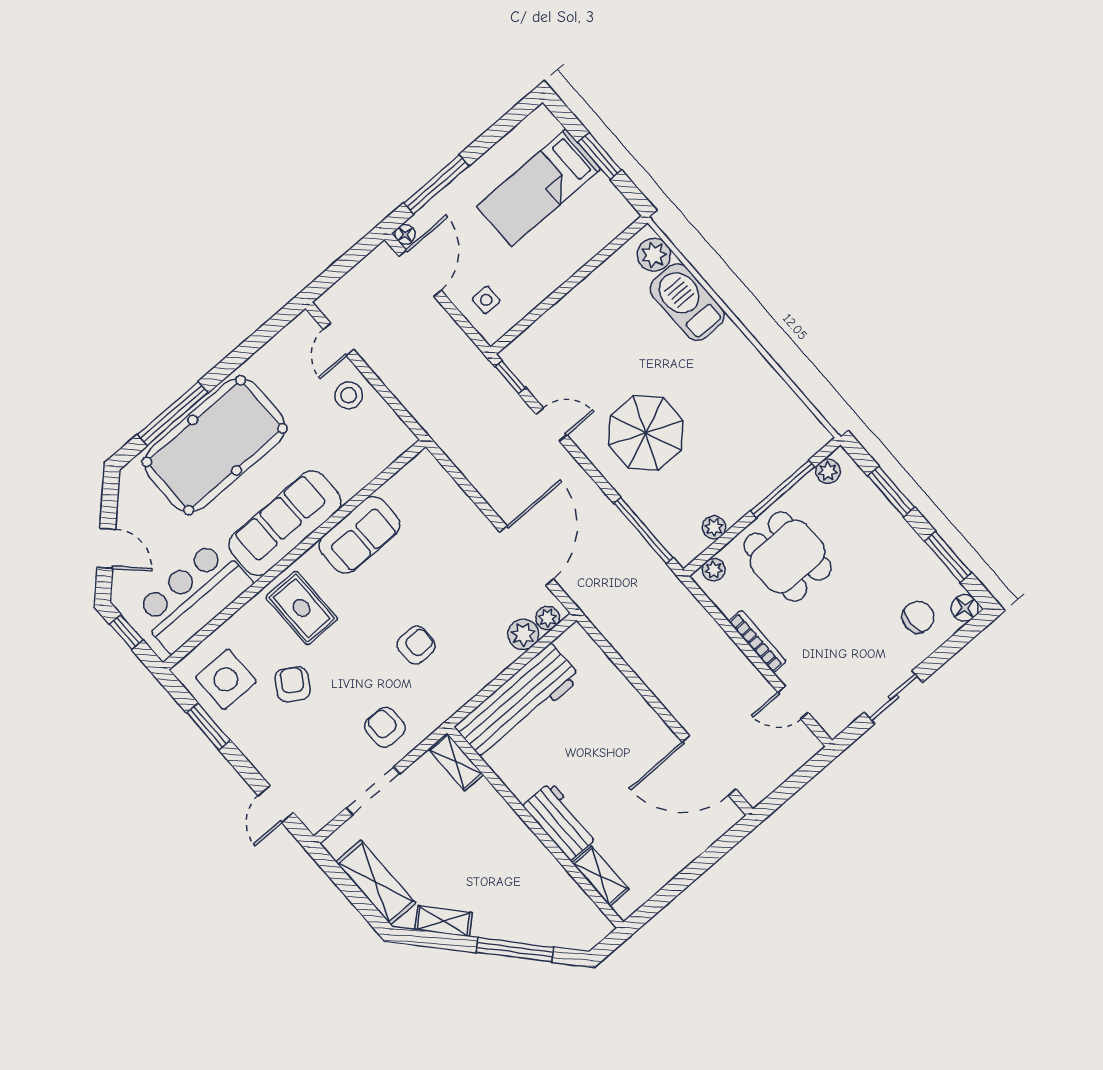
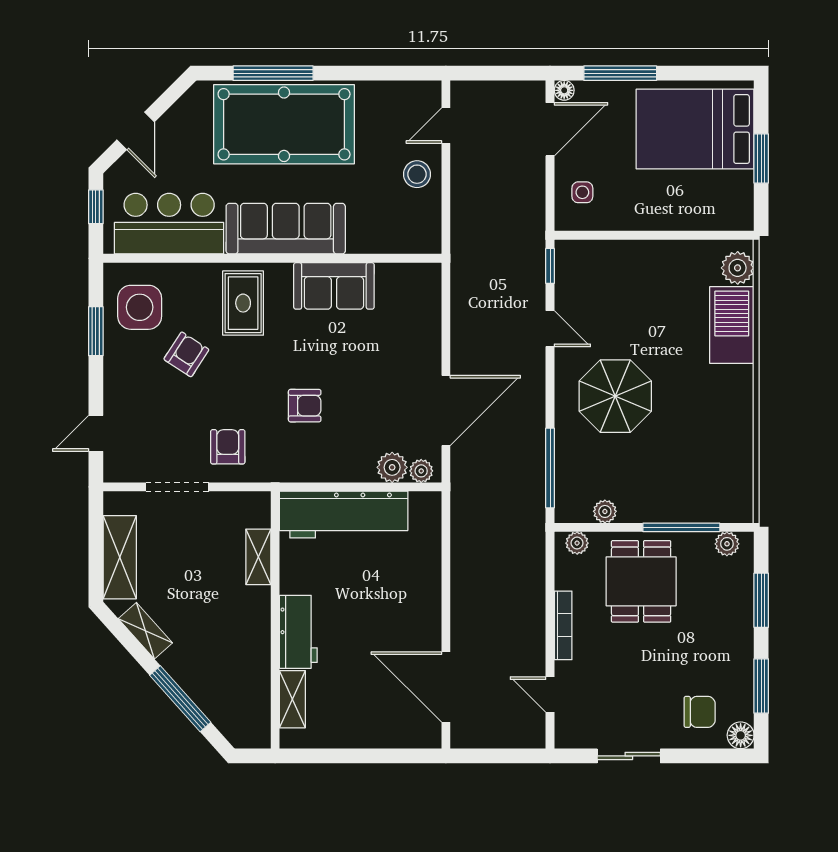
bed: (539, 188) -> (695, 129), width x1.50
shelving: (456, 762) -> (258, 557), moved

